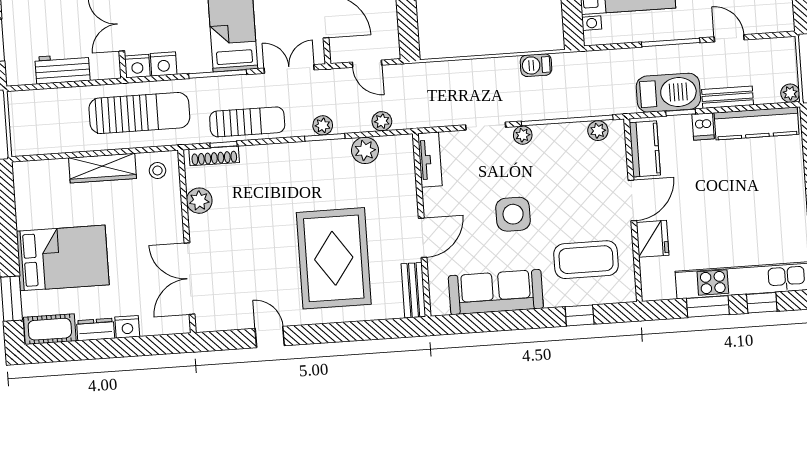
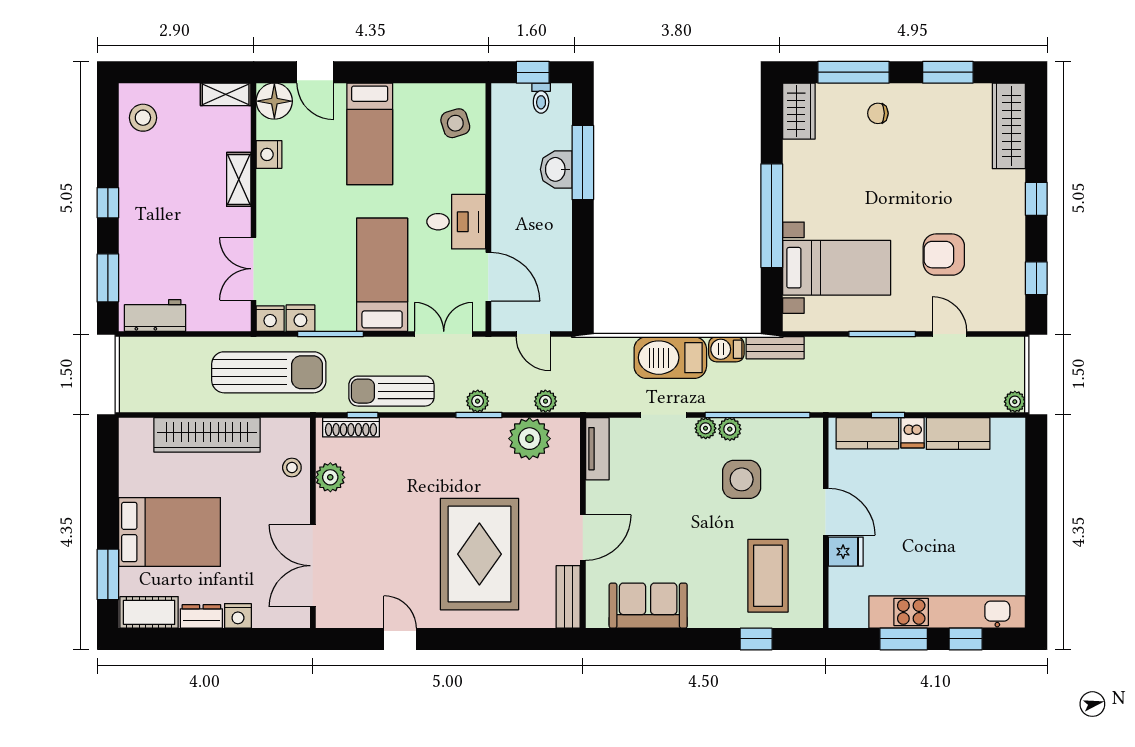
workbench: (62, 69) -> (155, 315), moved
window: (218, 74) -> (330, 334), moved
barbecue: (668, 93) -> (670, 358), moved, turned 180
bench: (728, 97) -> (775, 348), moved
sun lounger: (247, 122) -> (391, 391), turned 180
kitchen counter: (757, 123) -> (958, 434), width x0.67
plant: (598, 131) -> (730, 429), moved
kitchen counter: (645, 149) -> (867, 433), moved, turned 90
plant: (365, 150) -> (529, 439), width x1.36, depth x1.36
wardrobe: (102, 168) -> (207, 435), width x1.40, depth x1.17
stool: (157, 171) -> (292, 467), moved
door: (632, 200) -> (826, 512), hinge flipped
side table: (513, 214) -> (742, 479), moved
fridge: (653, 239) -> (846, 552), width x0.72
coffee table: (586, 260) -> (768, 576), turned 90
sofa: (496, 292) -> (648, 606), width x0.73

